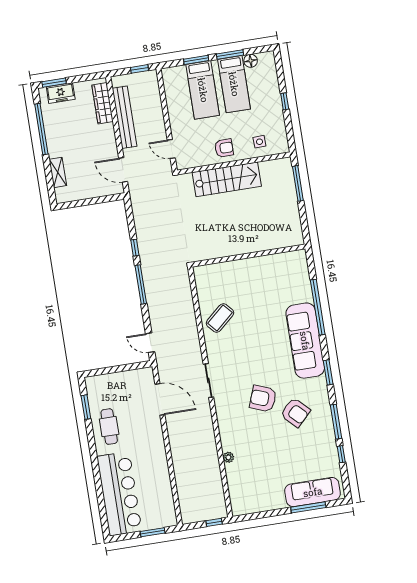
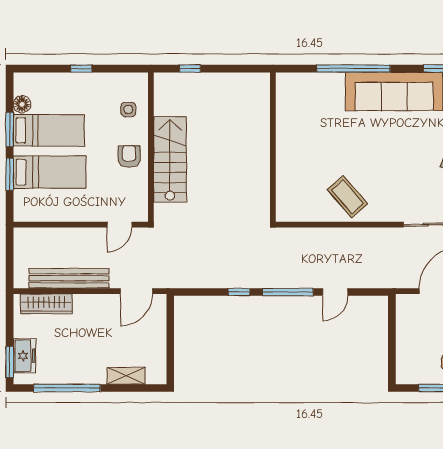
window: (140, 69) -> (10, 249), removed
window: (298, 183) -> (190, 69), width x0.46
door: (150, 343) -> (335, 292), moved

